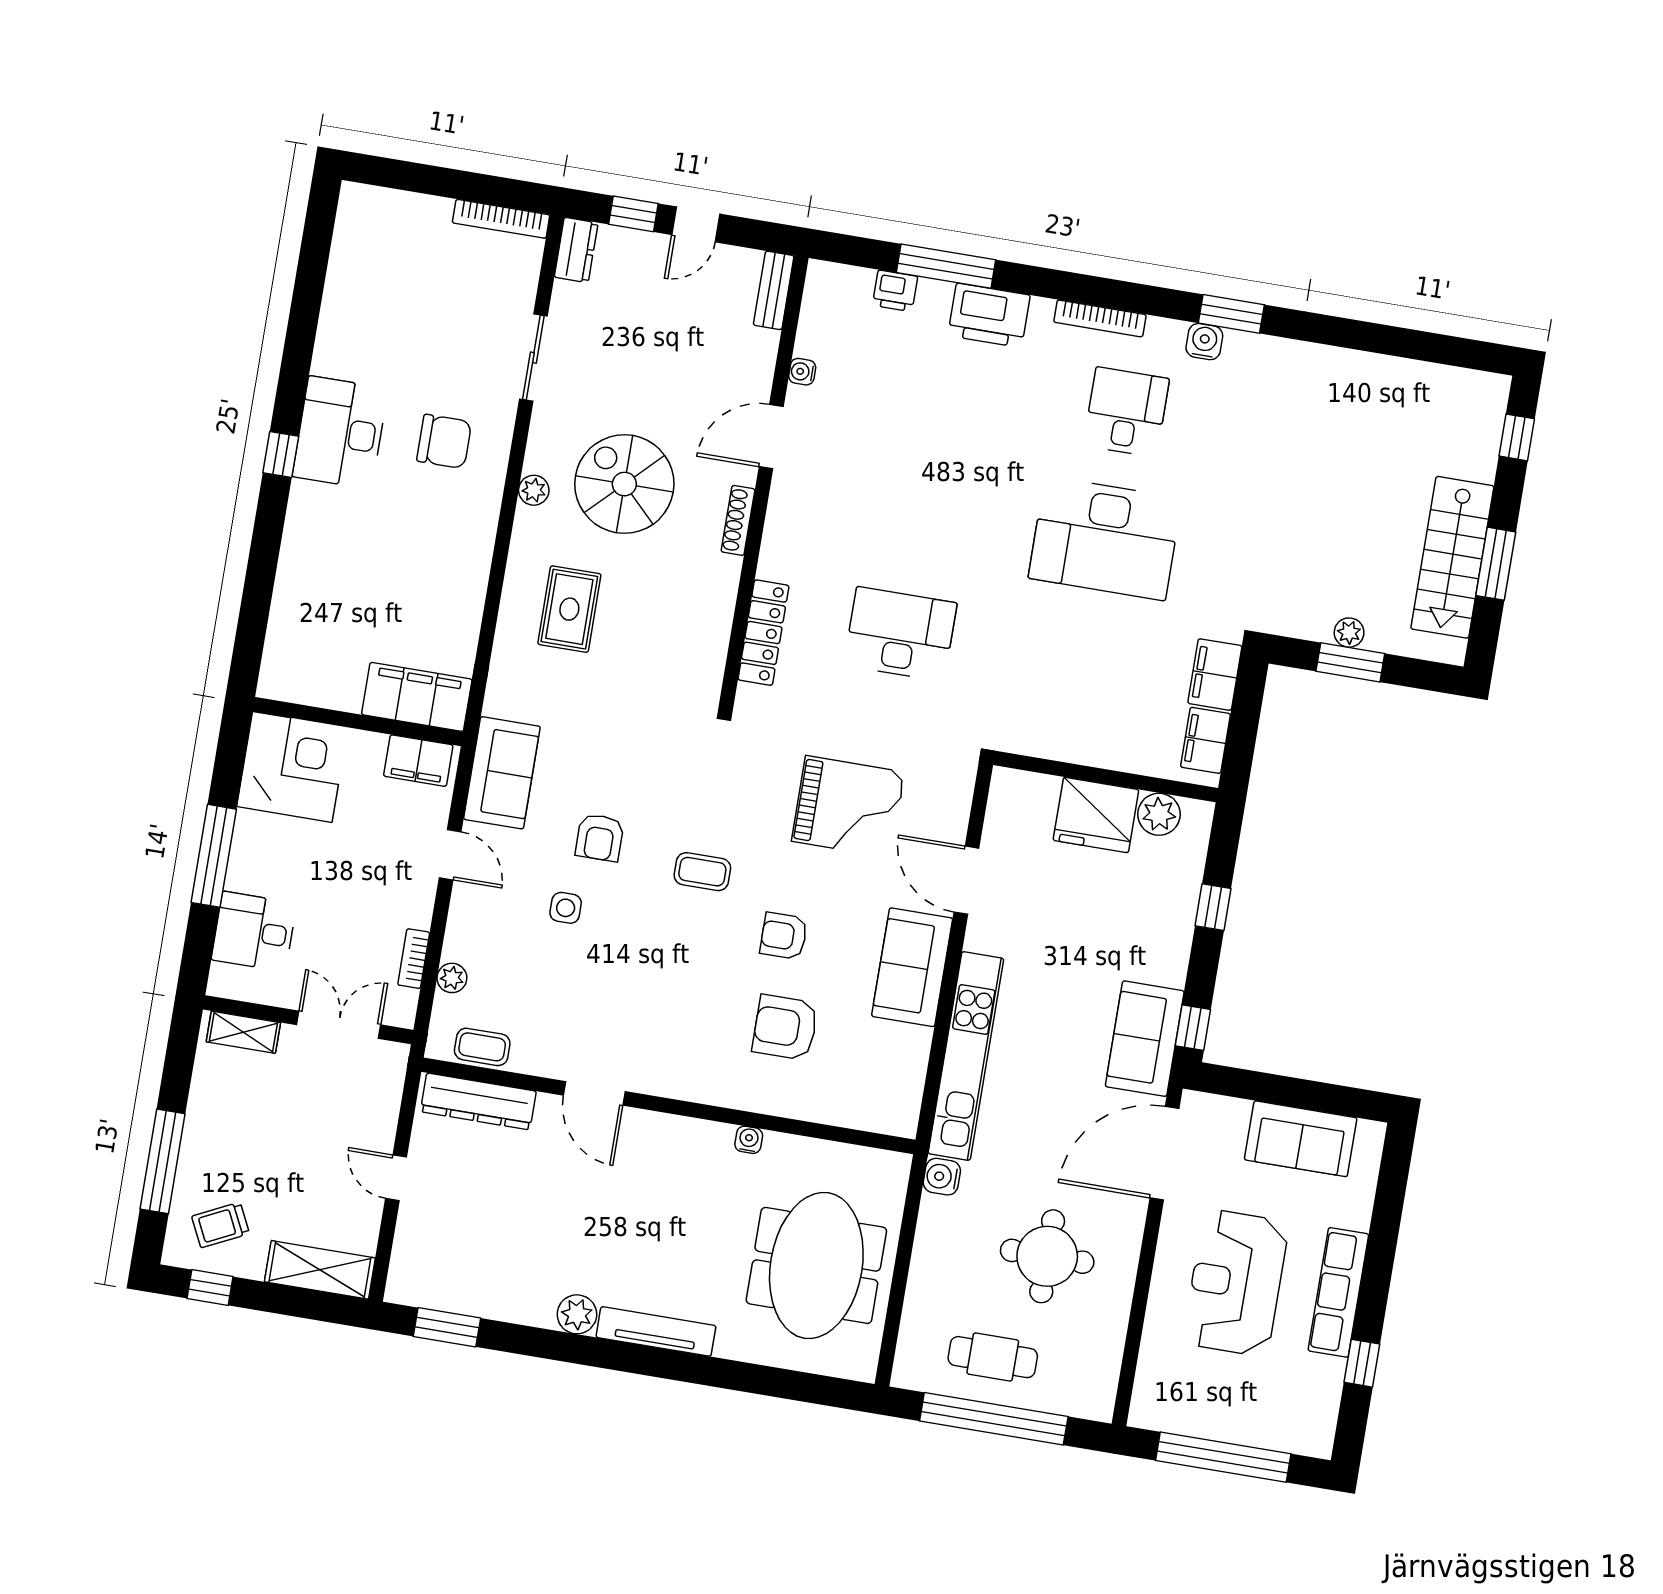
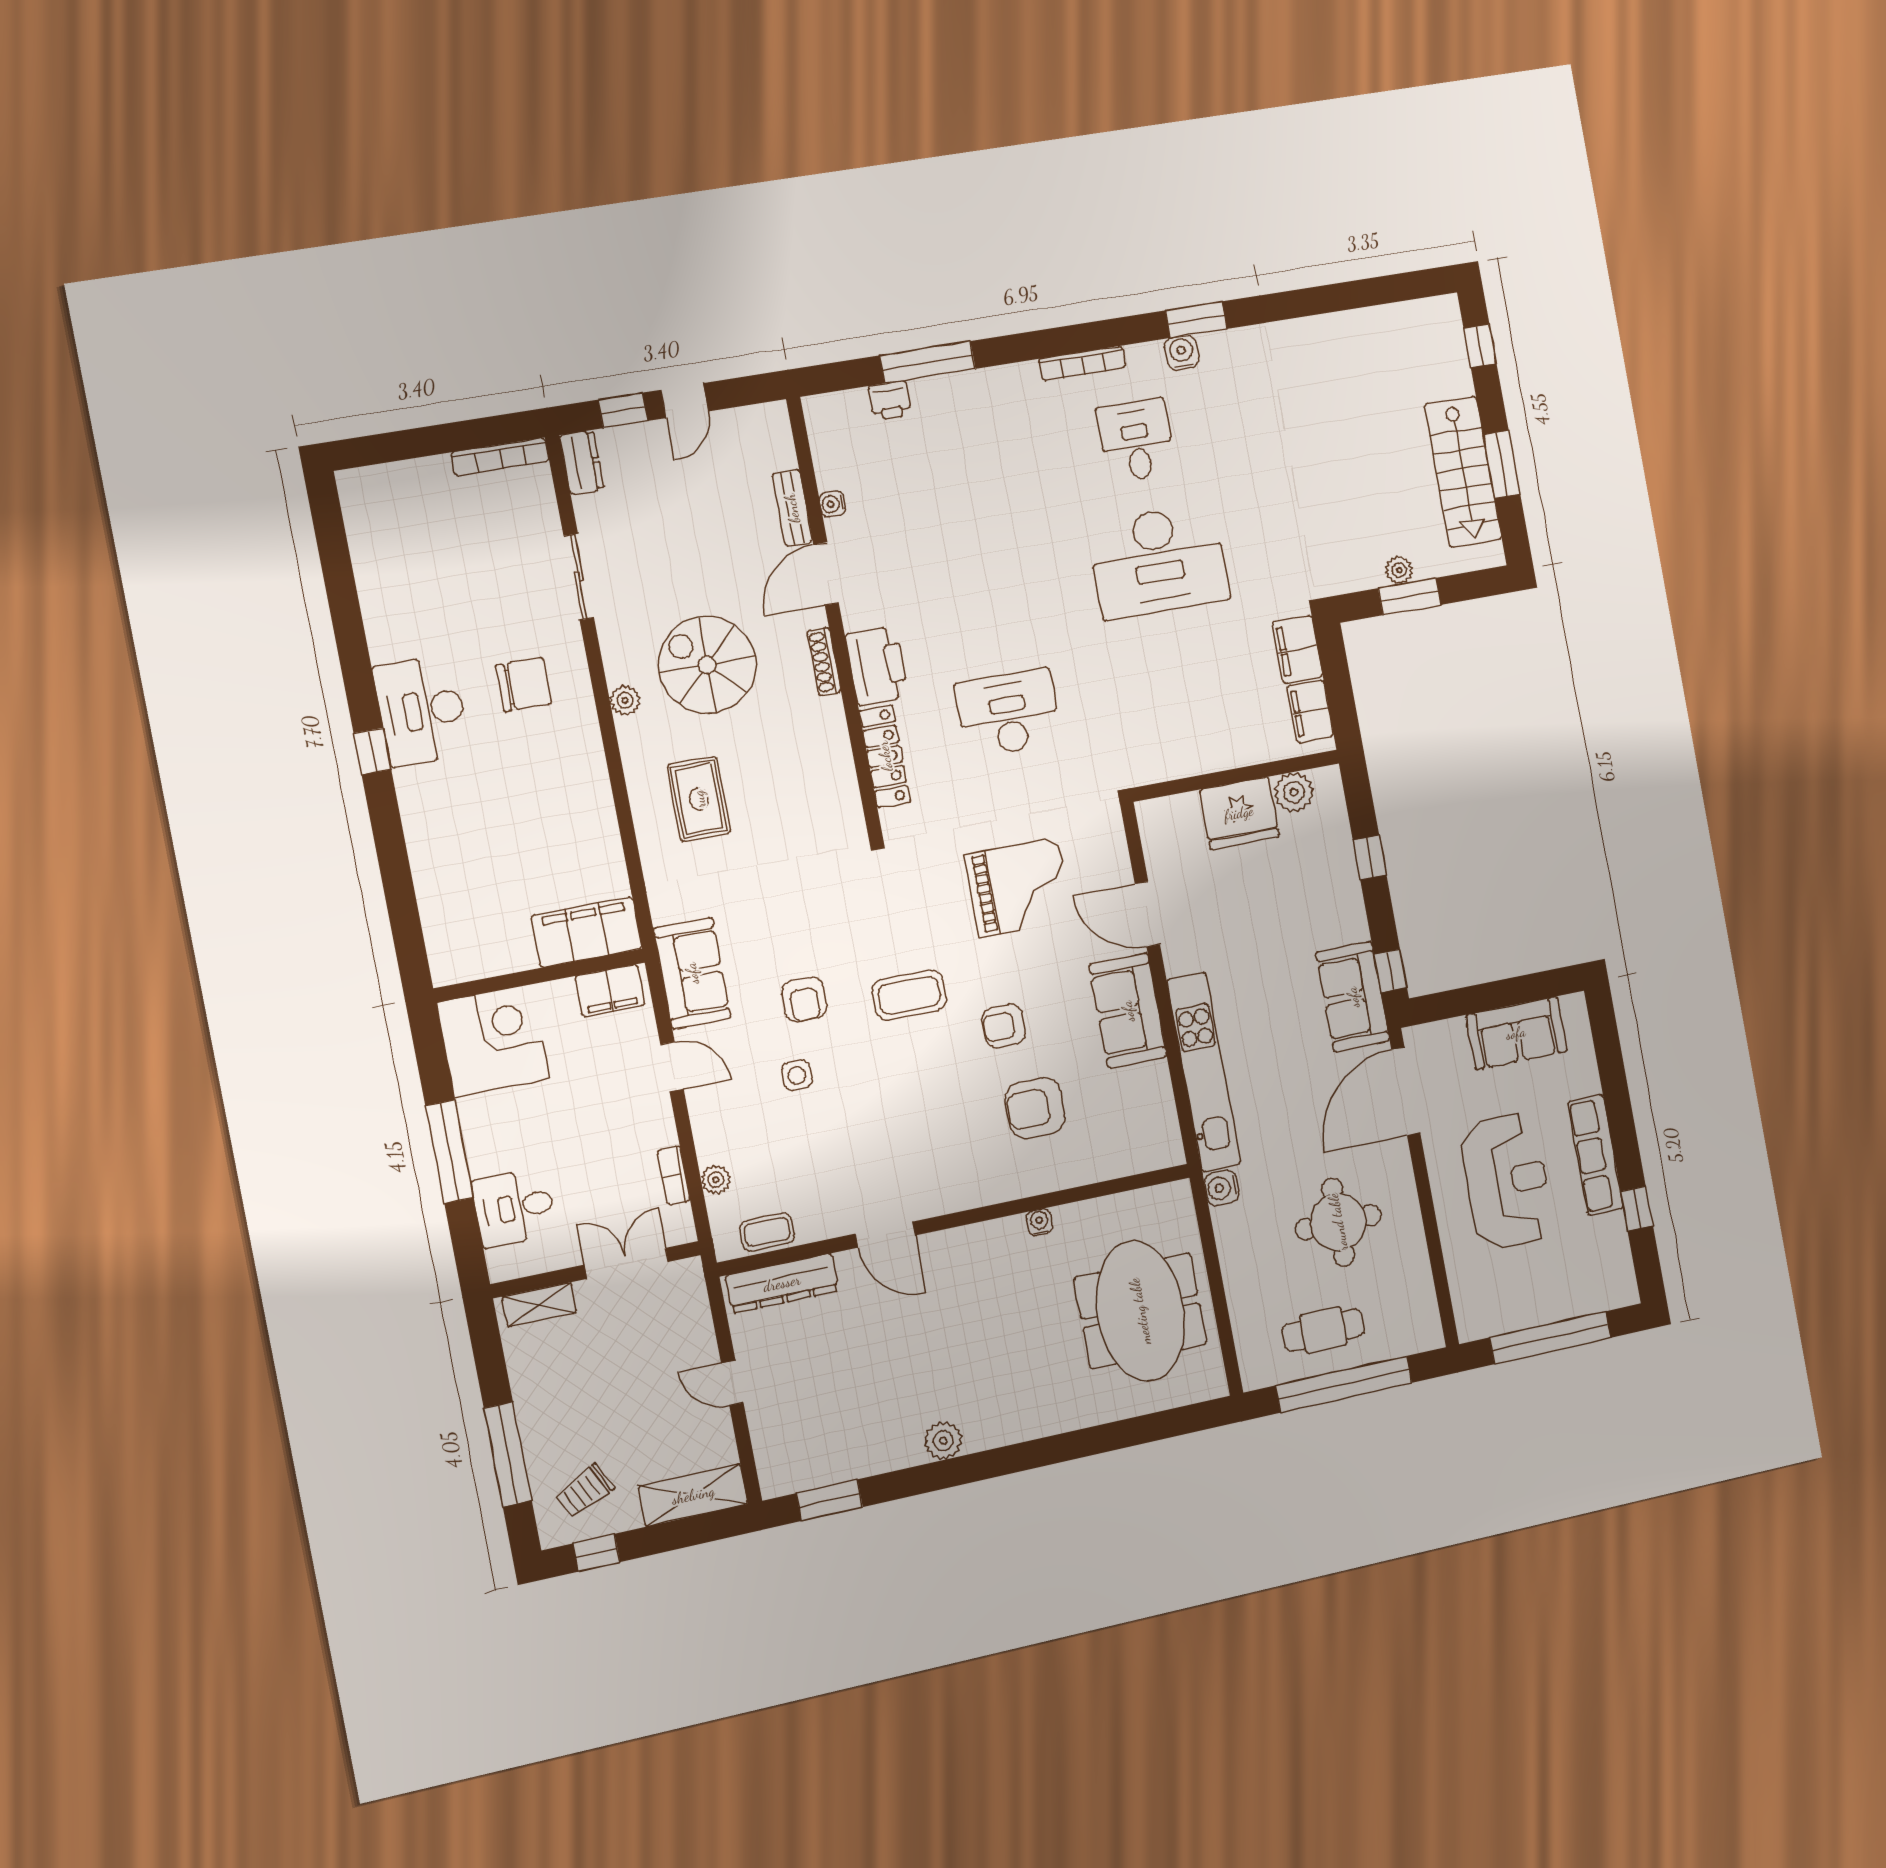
bench: (774, 290) -> (792, 508), moved
printer: (989, 315) -> (877, 666), moved, turned -90
coffee table: (702, 872) -> (909, 995), width x1.36, depth x1.30
reception desk: (1236, 1283) -> (1507, 1181), turned 180
tv unit: (656, 1331) -> (1020, 1427), removed

